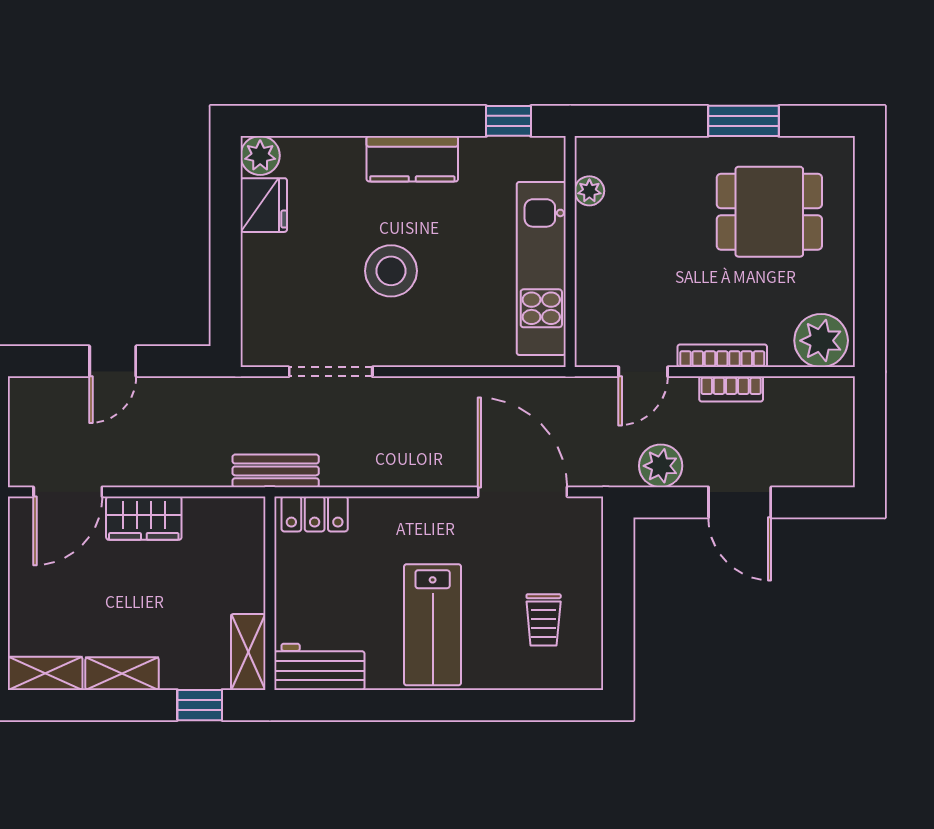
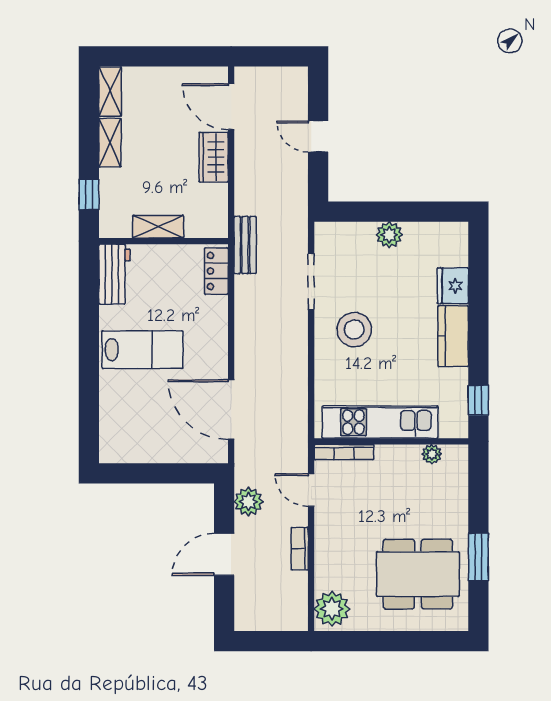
plant: (260, 156) -> (389, 235), moved
fridge: (264, 205) -> (453, 286), moved, turned 90
dining table: (769, 212) -> (418, 574), width x1.38
stool: (391, 271) -> (354, 329), moved
bookcase: (722, 356) -> (344, 452), moved, turned 90
door: (522, 492) -> (231, 410), swing flipped
trolley: (544, 620) -> (146, 424), removed
lab bench: (433, 625) -> (142, 350), turned 180
shelving: (248, 652) -> (158, 227), moved

